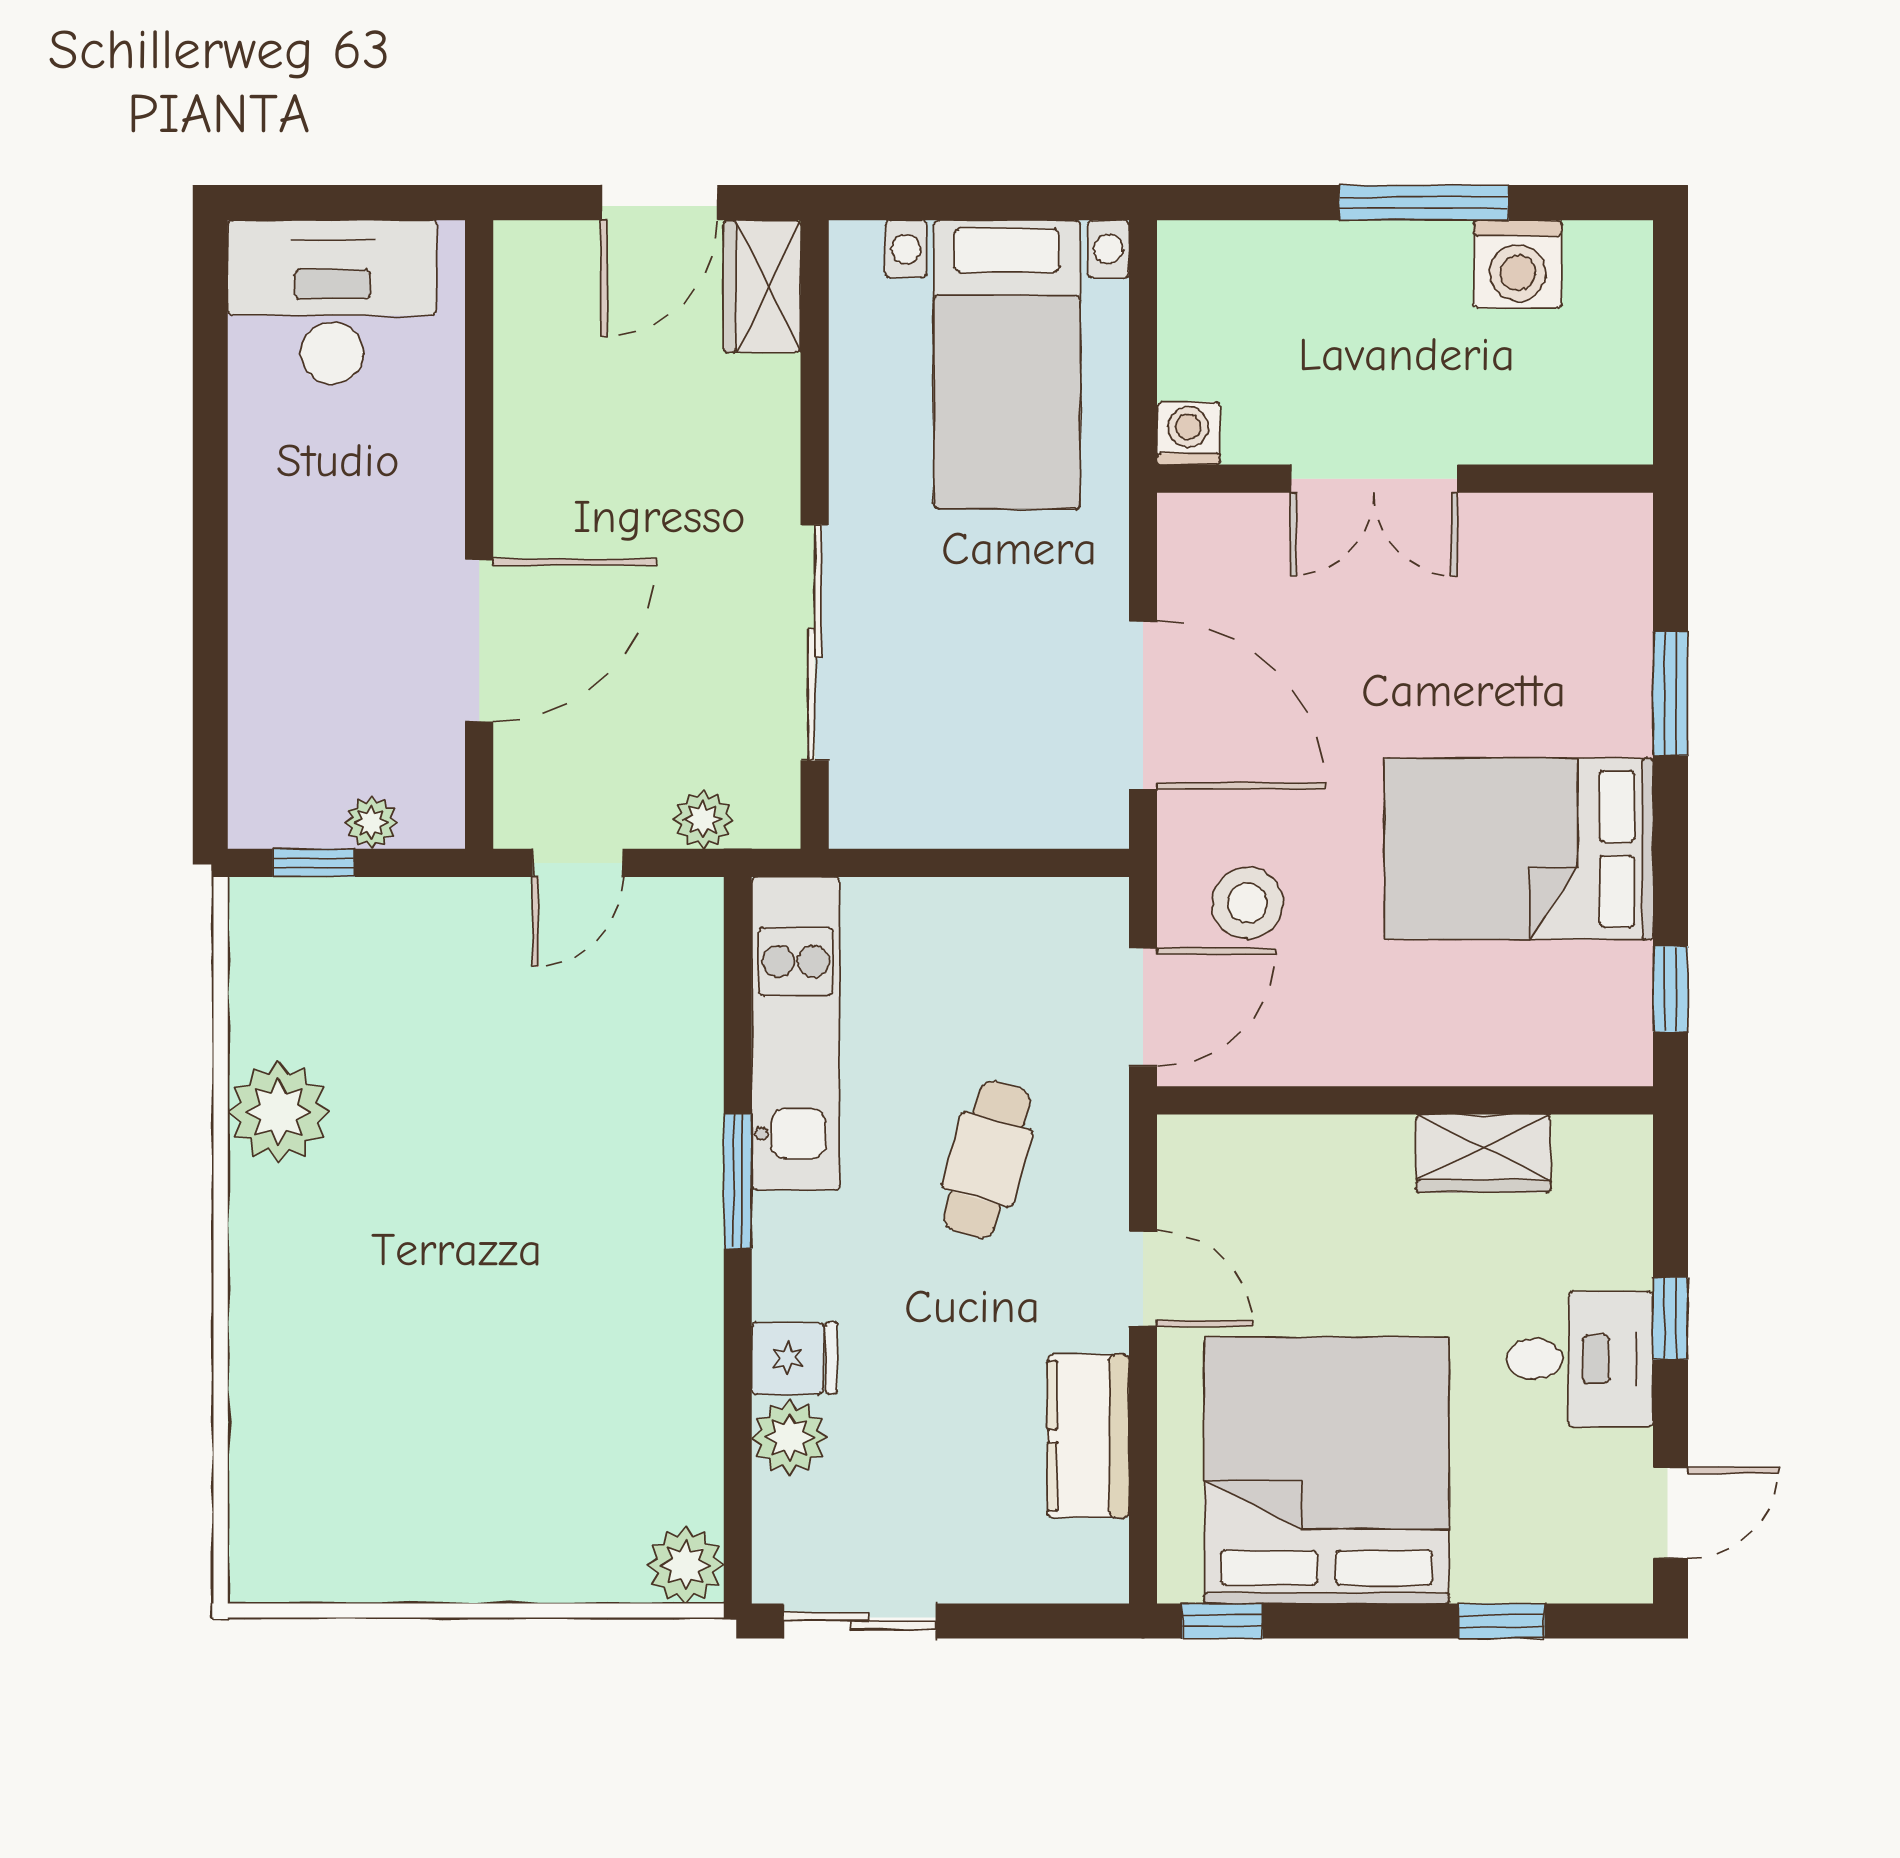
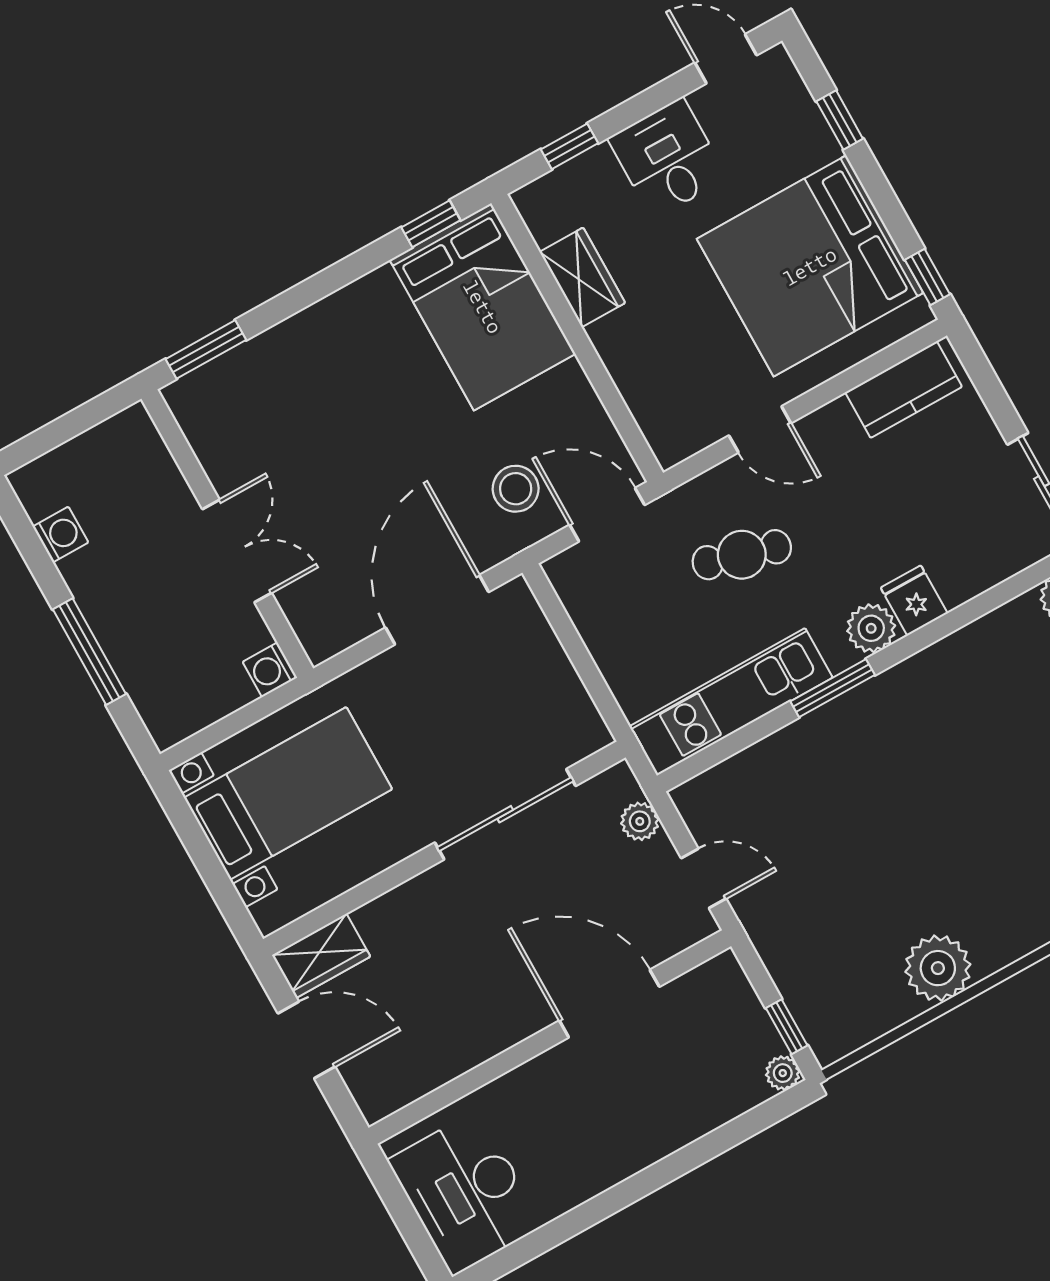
window: (1424, 203) -> (89, 652), moved
washing machine: (1518, 264) -> (60, 535), width x0.73, depth x0.73
window: (1671, 694) -> (206, 349), moved
plant: (371, 823) -> (783, 1073), moved
bed: (1519, 849) -> (483, 307), moved
door: (1143, 1279) -> (760, 429), swing flipped
window: (1671, 1319) -> (569, 146), moved
kitchen counter: (1088, 1436) -> (904, 390), moved
plant: (789, 1437) -> (871, 628), moved

